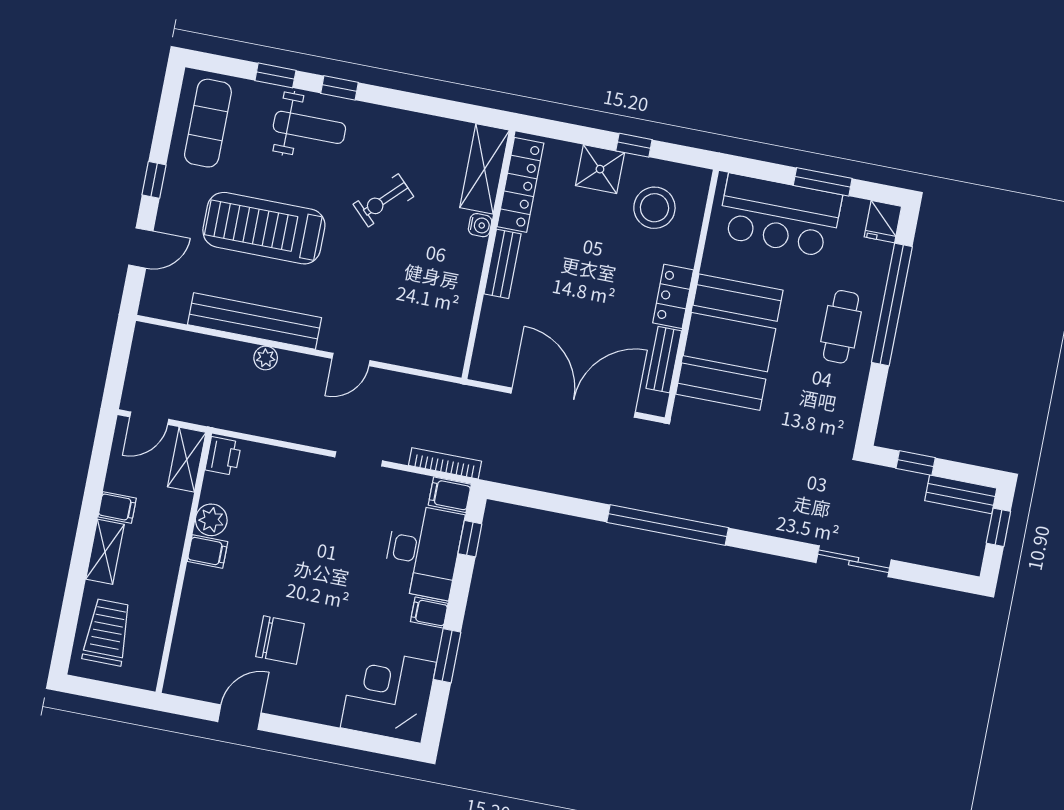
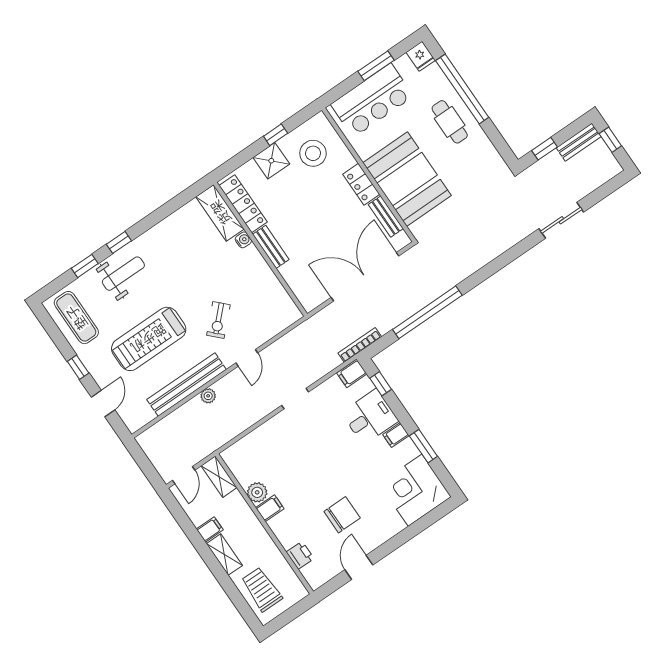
exercise bike: (383, 200) -> (218, 320), moved
printer: (223, 456) -> (300, 555), moved
bookcase: (445, 463) -> (360, 345), moved
window: (668, 525) -> (427, 312), moved
desk: (423, 551) -> (370, 417), width x0.73

